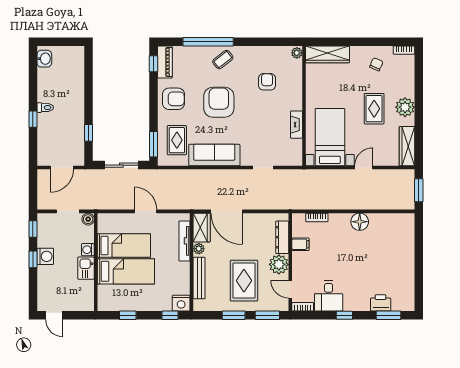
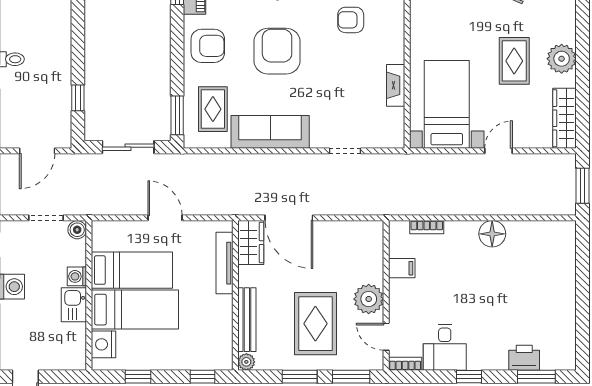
armchair: (267, 82) -> (351, 20), turned -90
dresser: (282, 237) -> (374, 257), removed
plant: (199, 249) -> (246, 362), moved
nightstand: (181, 303) -> (103, 344), moved, turned 90

